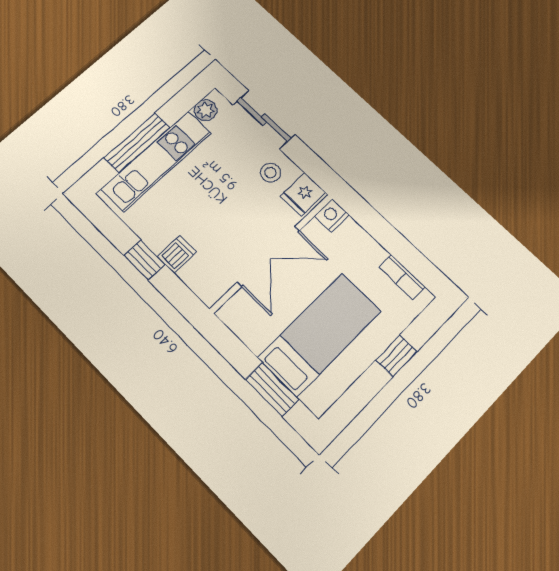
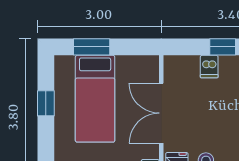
window: (396, 356) -> (46, 103), moved

